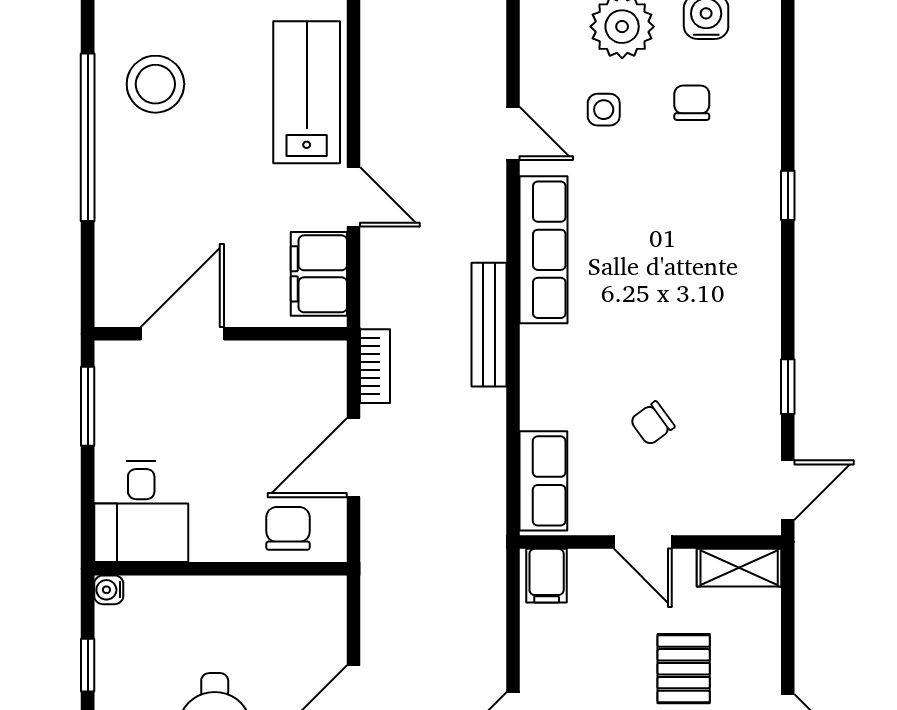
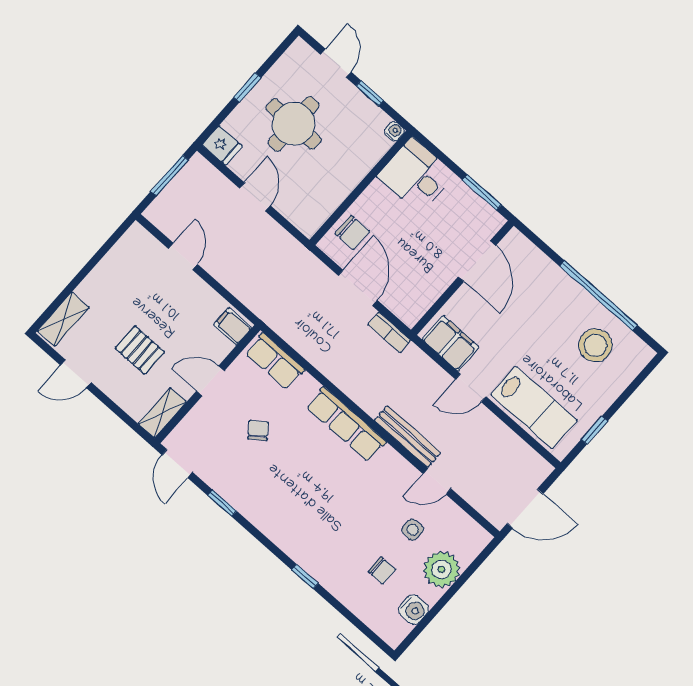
row of seats: (544, 250) -> (346, 424), moved
bench: (489, 325) -> (408, 437), moved

